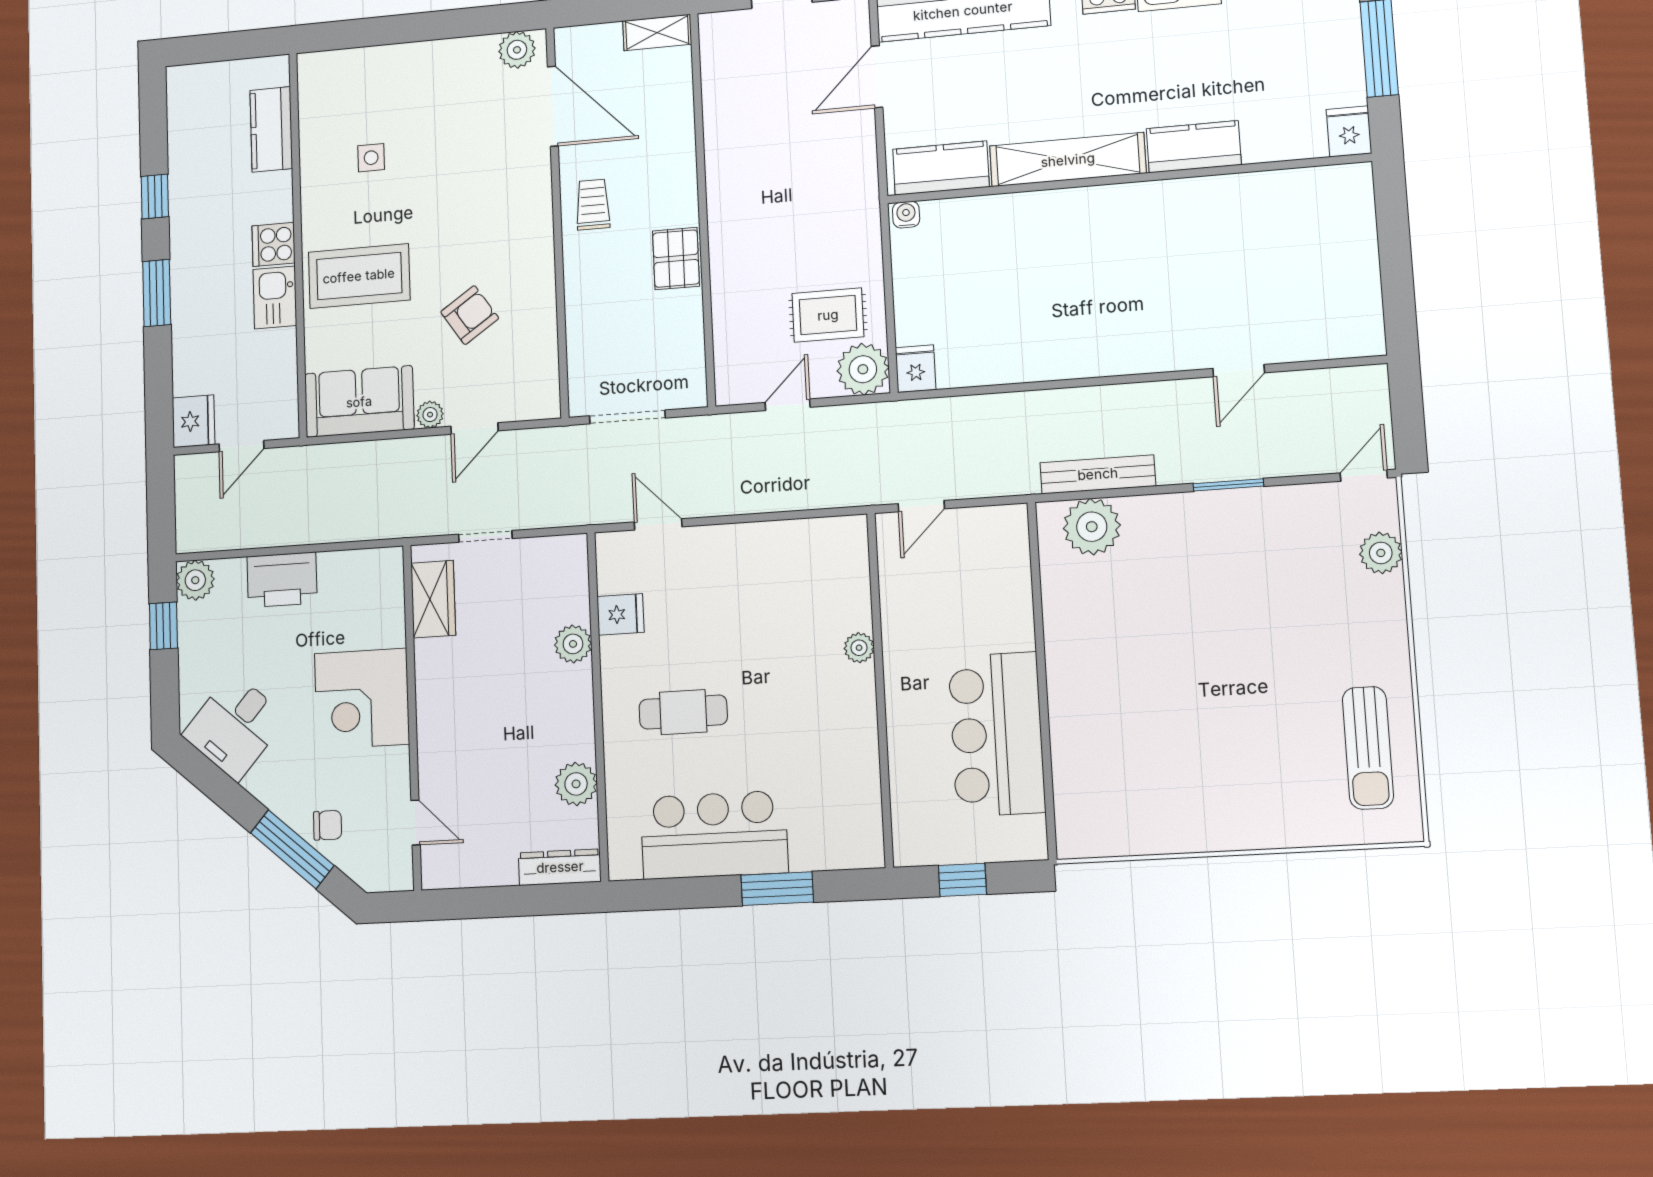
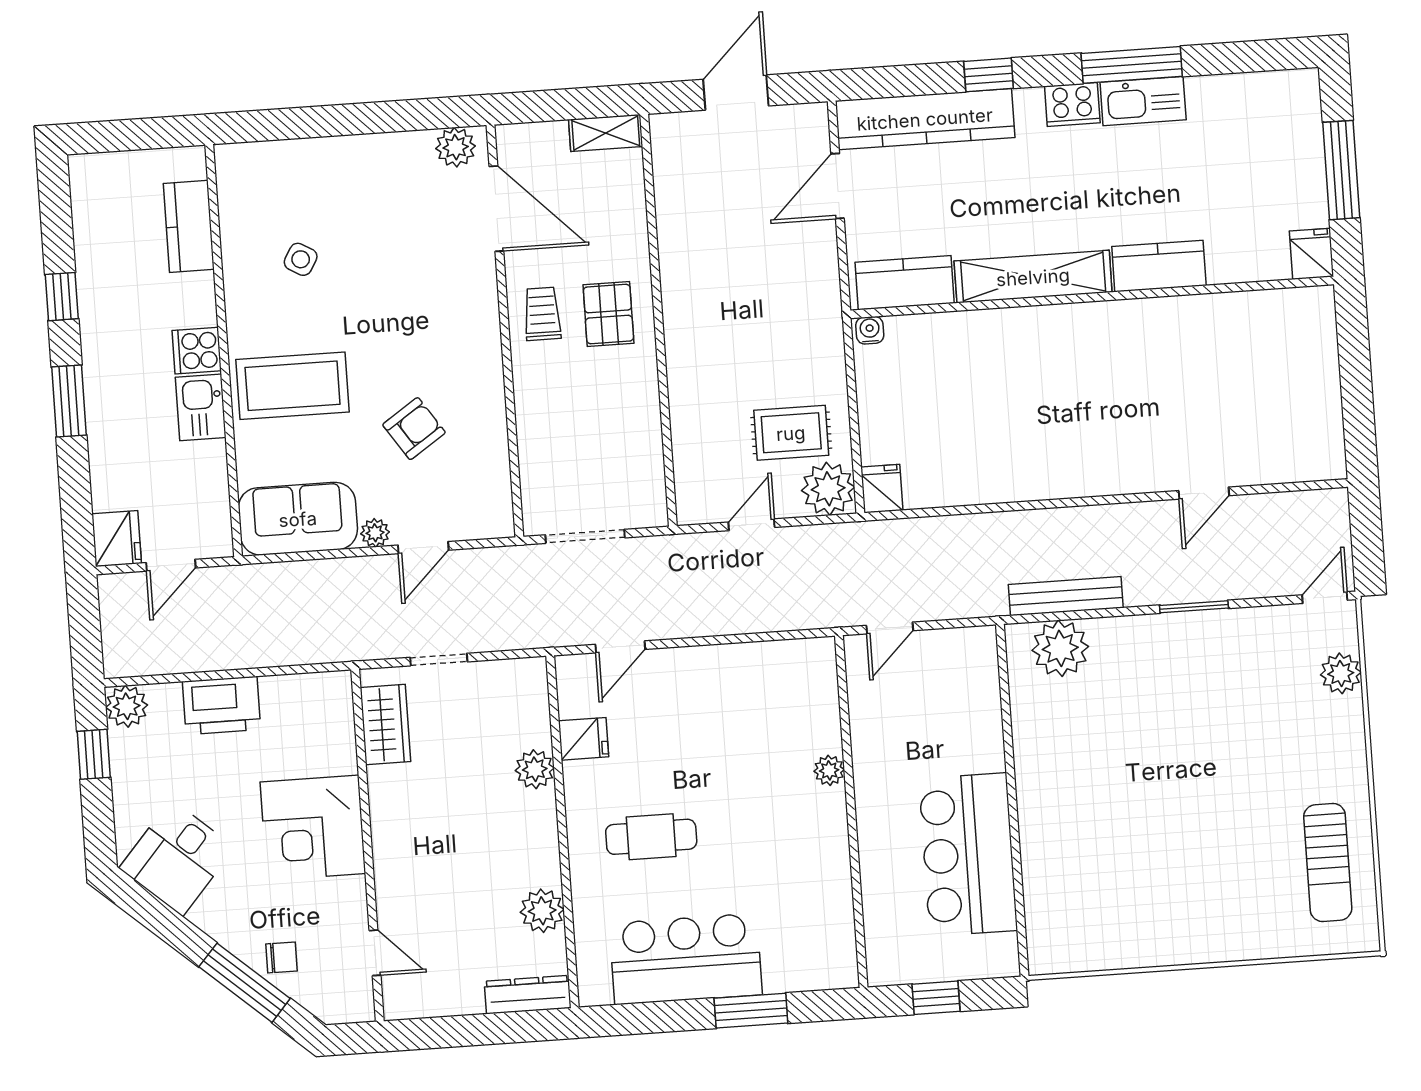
side table: (371, 158) -> (301, 259), turned 30
pallet: (676, 259) -> (608, 314), moved
door: (658, 524) -> (620, 647), swing flipped

